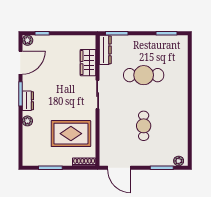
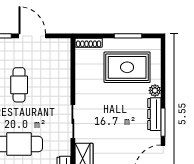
dresser: (28, 101) -> (154, 114), width x1.44
rug: (71, 134) -> (127, 67), moved
door: (119, 168) -> (32, 36), moved

